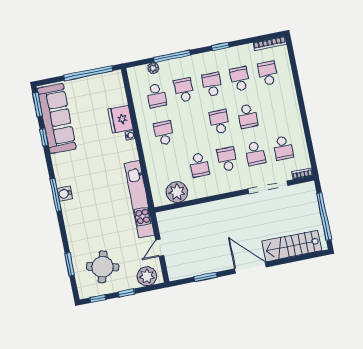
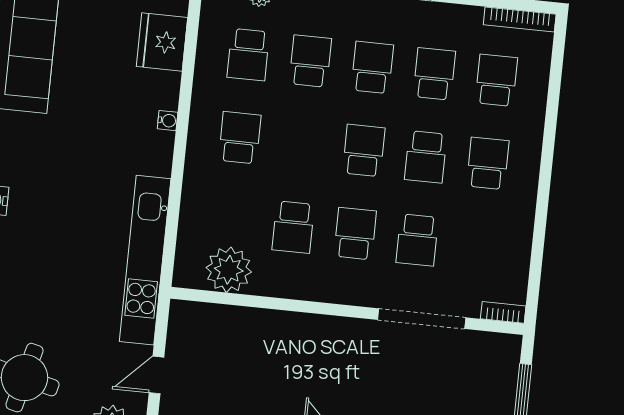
fridge: (120, 119) -> (162, 42), moved
school desk: (283, 148) -> (488, 163), moved, turned 180

